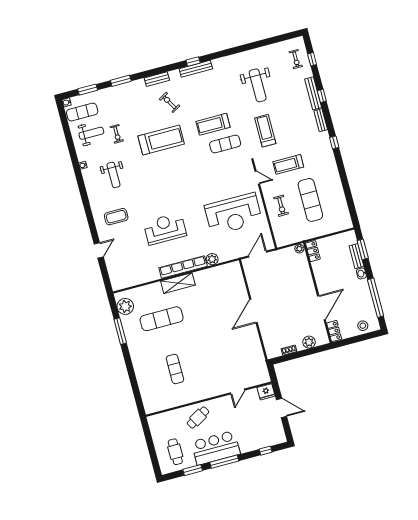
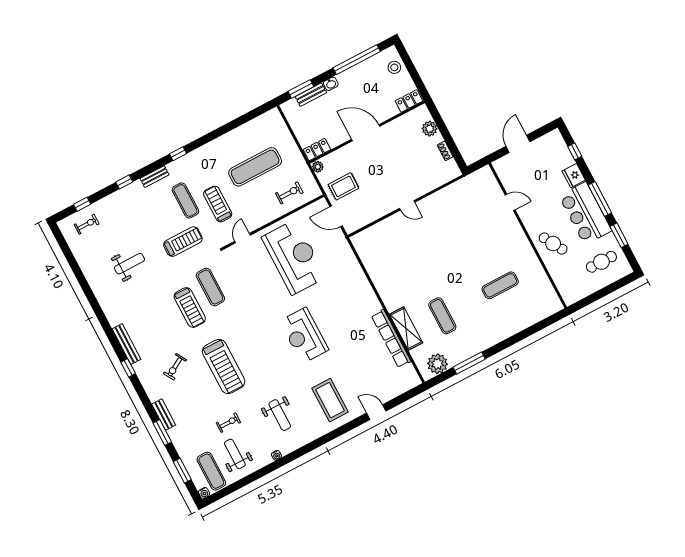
window: (193, 62) -> (128, 368), moved
bench: (157, 79) -> (164, 415), moved
weight bench: (258, 85) -> (129, 264), width x0.73, depth x0.75
bench: (313, 93) -> (124, 193), removed
treadmill: (265, 131) -> (183, 242), turned 180
treadmill: (161, 140) -> (224, 367), turned 180
exercise mat: (297, 140) -> (185, 201), added
treadmill: (288, 164) -> (218, 204), turned 180
weight bench: (113, 175) -> (280, 415), turned 90
exercise bike: (281, 206) -> (289, 193), moved
coffee table: (116, 217) -> (330, 400), width x1.36, depth x1.32
reception desk: (165, 229) -> (304, 335), moved
plant: (212, 259) -> (355, 271), removed
rug: (280, 265) -> (343, 186), added
row of seats: (183, 267) -> (391, 339), moved
shelving: (178, 283) -> (406, 329), moved
door: (321, 308) -> (366, 133), moved
door: (254, 311) -> (407, 205), width x0.53
exercise mat: (162, 319) -> (442, 316), width x0.73, depth x0.69
fridge: (266, 392) -> (574, 176), moved, turned 180

